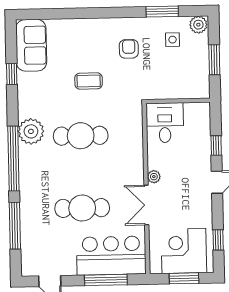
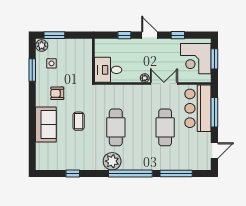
sofa: (31, 45) -> (46, 125), moved, turned 90
window: (214, 60) -> (54, 35), moved
double door: (146, 205) -> (164, 84), swing flipped
window: (218, 240) -> (178, 35), moved

